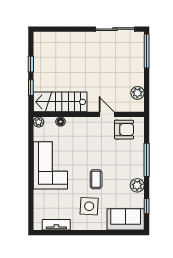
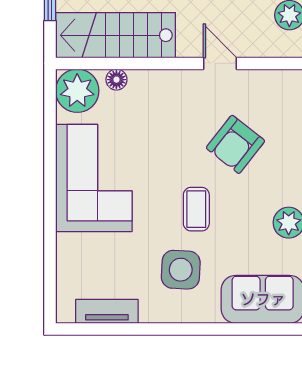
plant: (39, 122) -> (77, 91), width x1.87, depth x1.87
armchair: (124, 130) -> (235, 144), moved, turned 128

